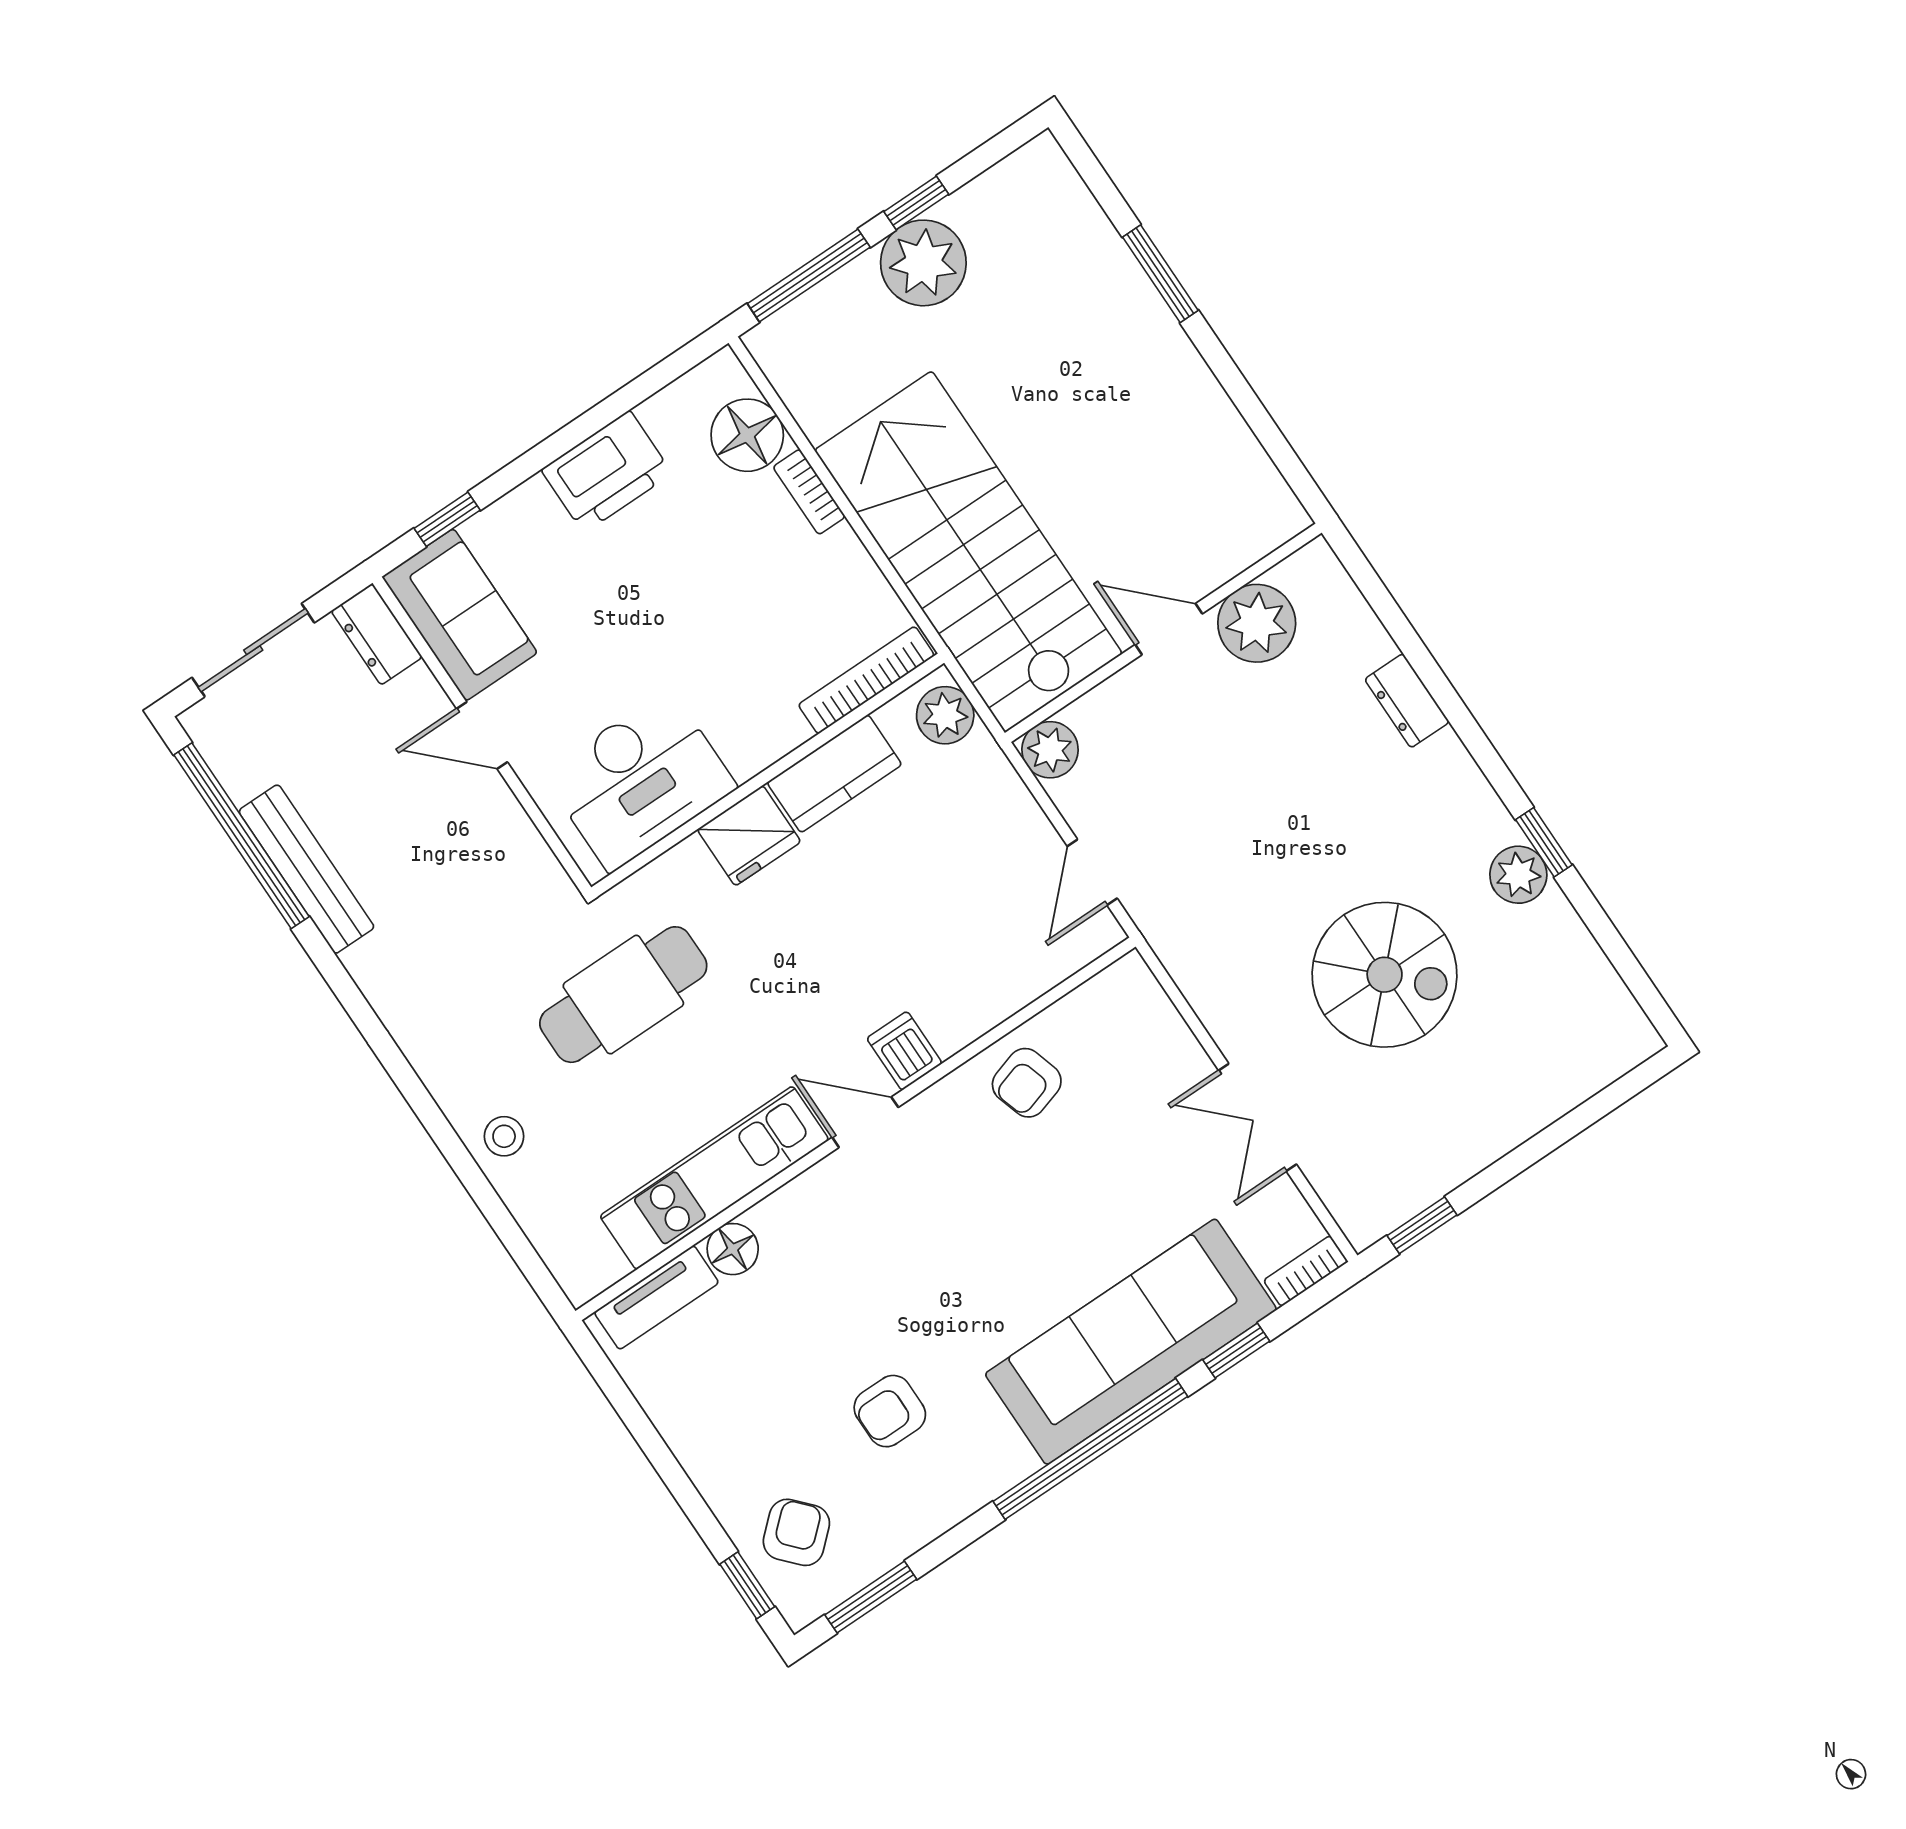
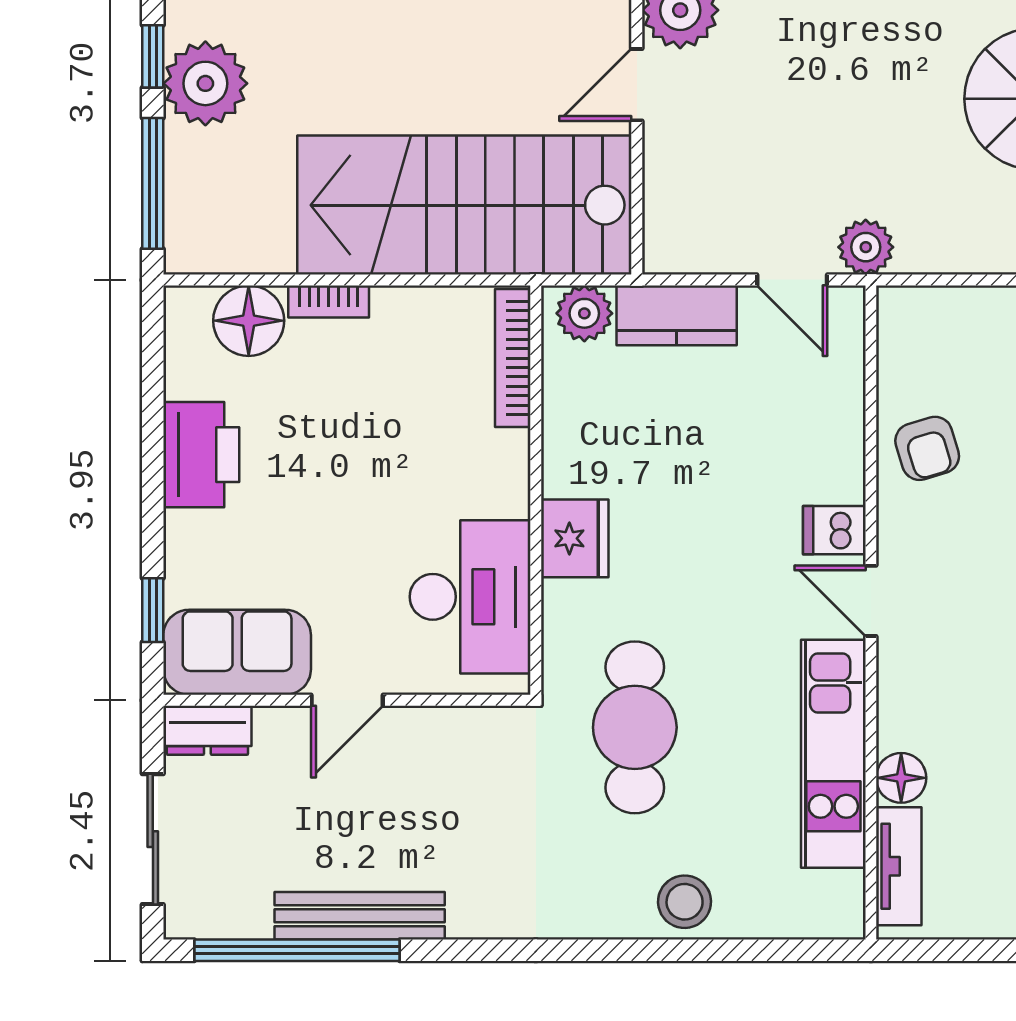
plant: (1050, 750) -> (866, 247), moved
kitchen counter: (834, 774) -> (677, 315), moved, turned 90
door: (865, 1122) -> (871, 601), hinge flipped
stool: (504, 1136) -> (685, 902), width x1.37, depth x1.37

